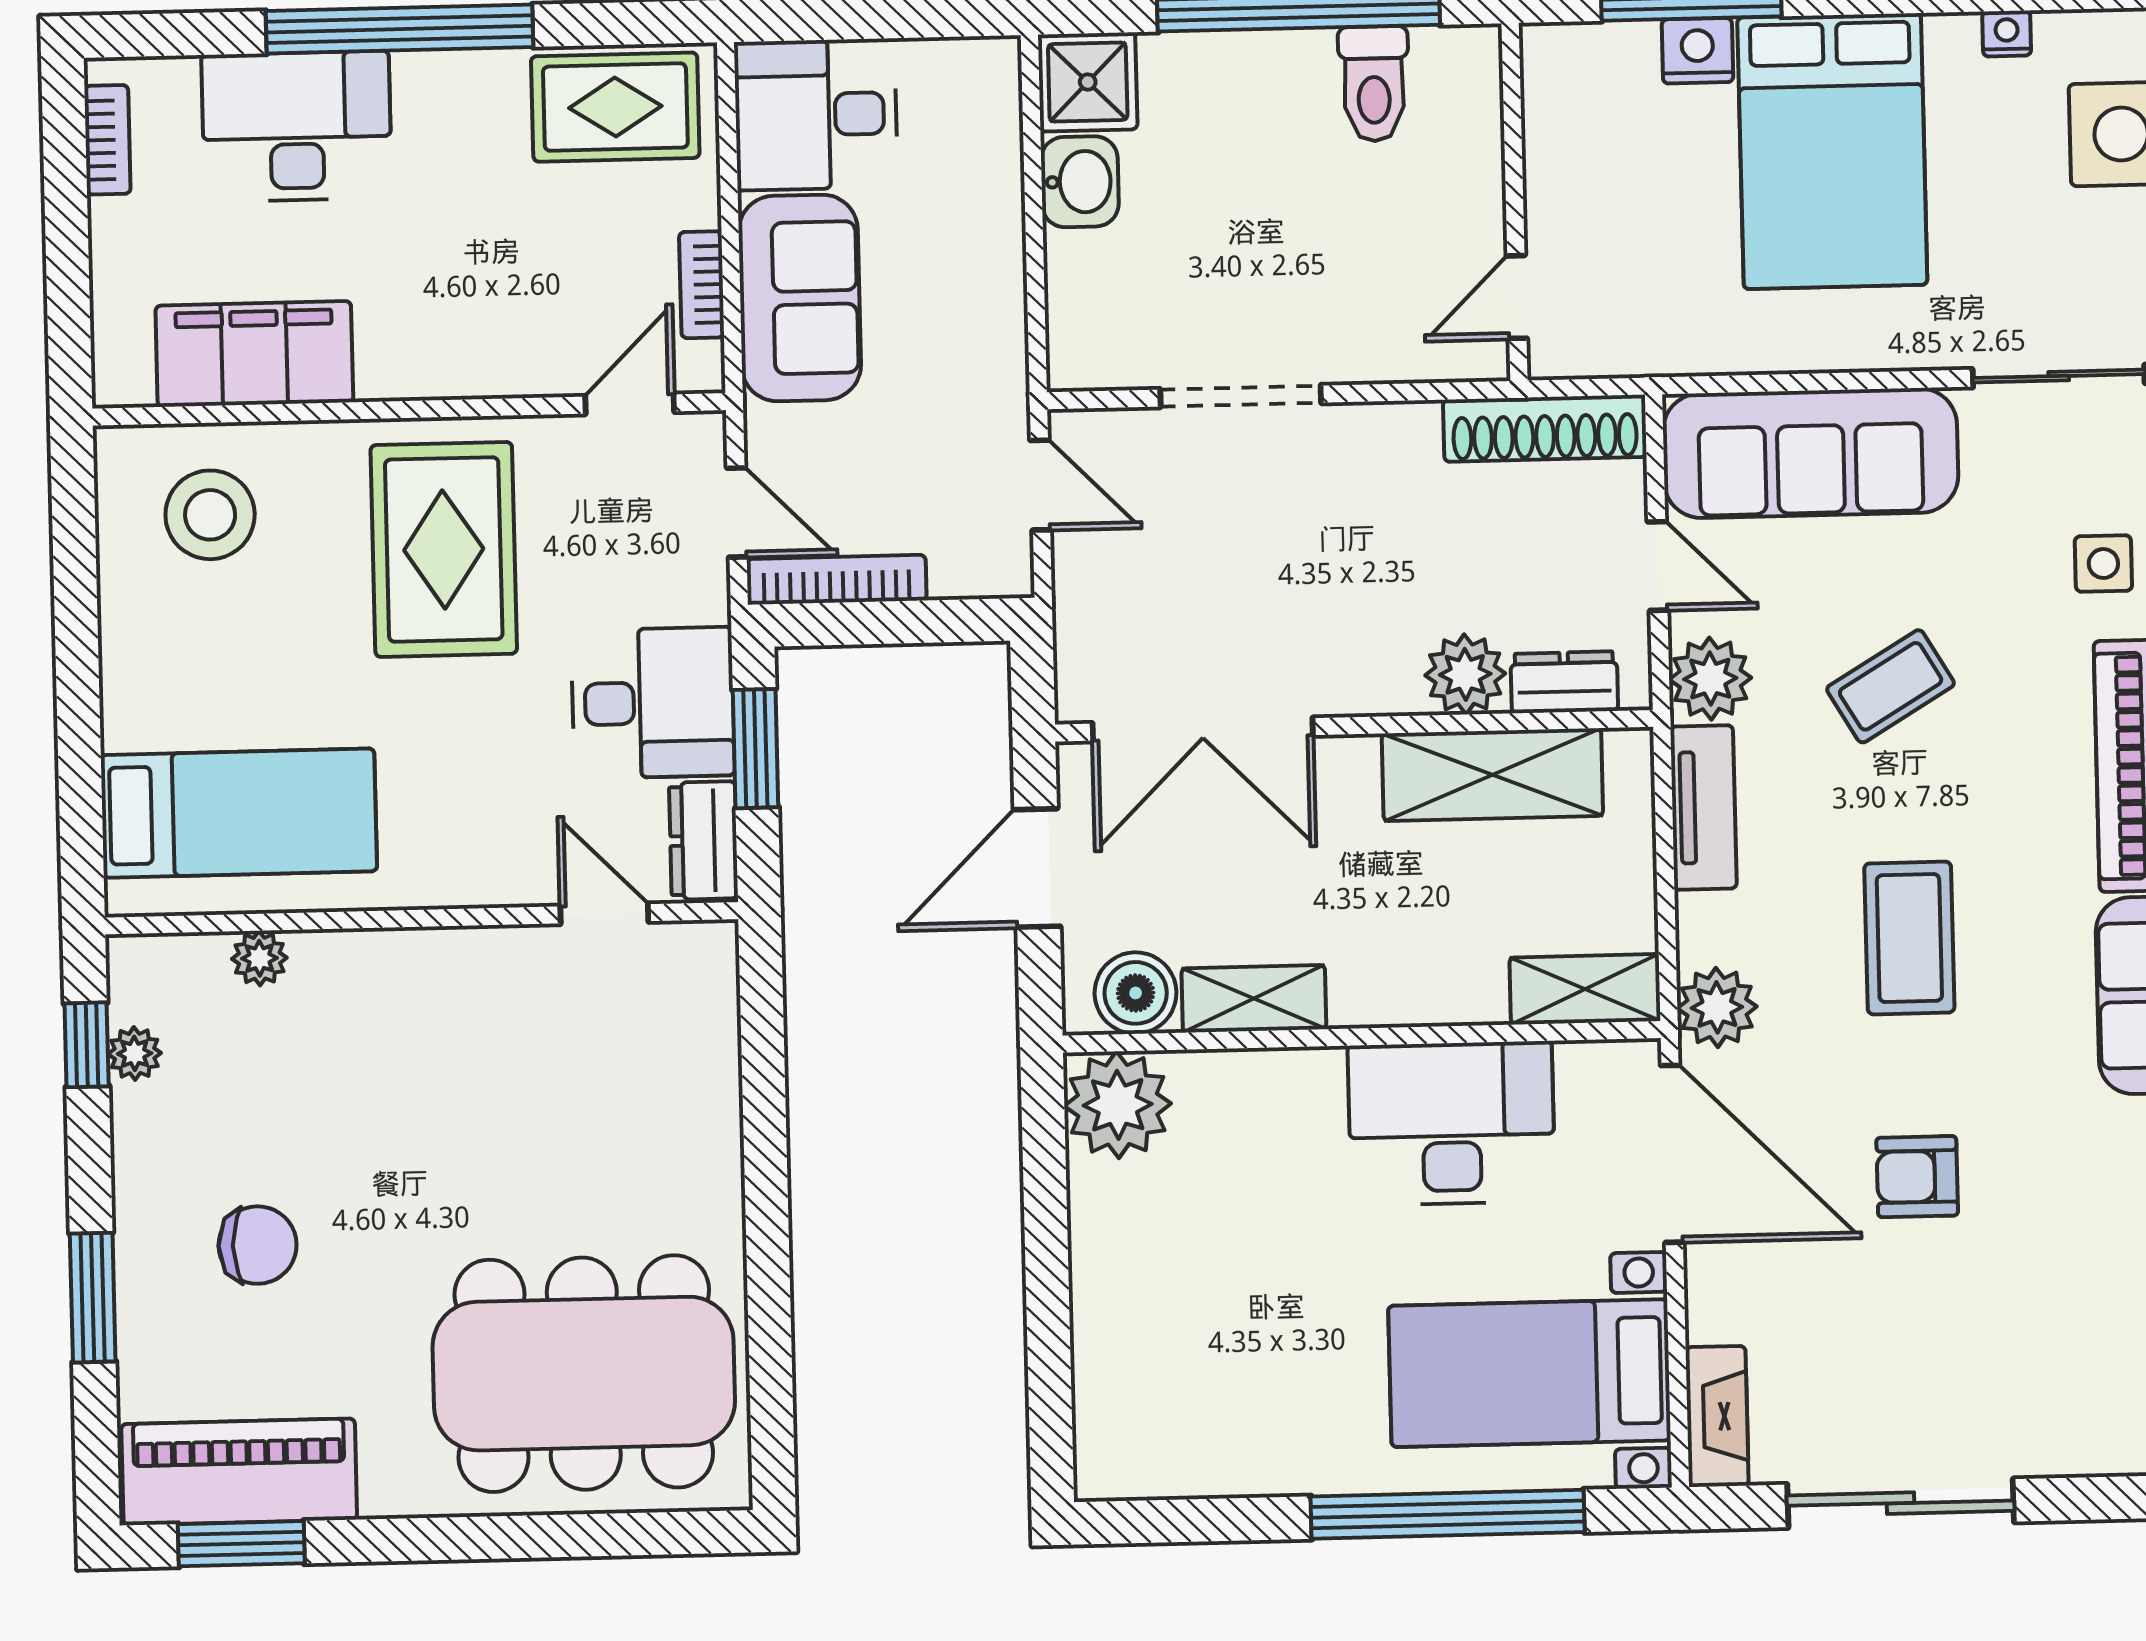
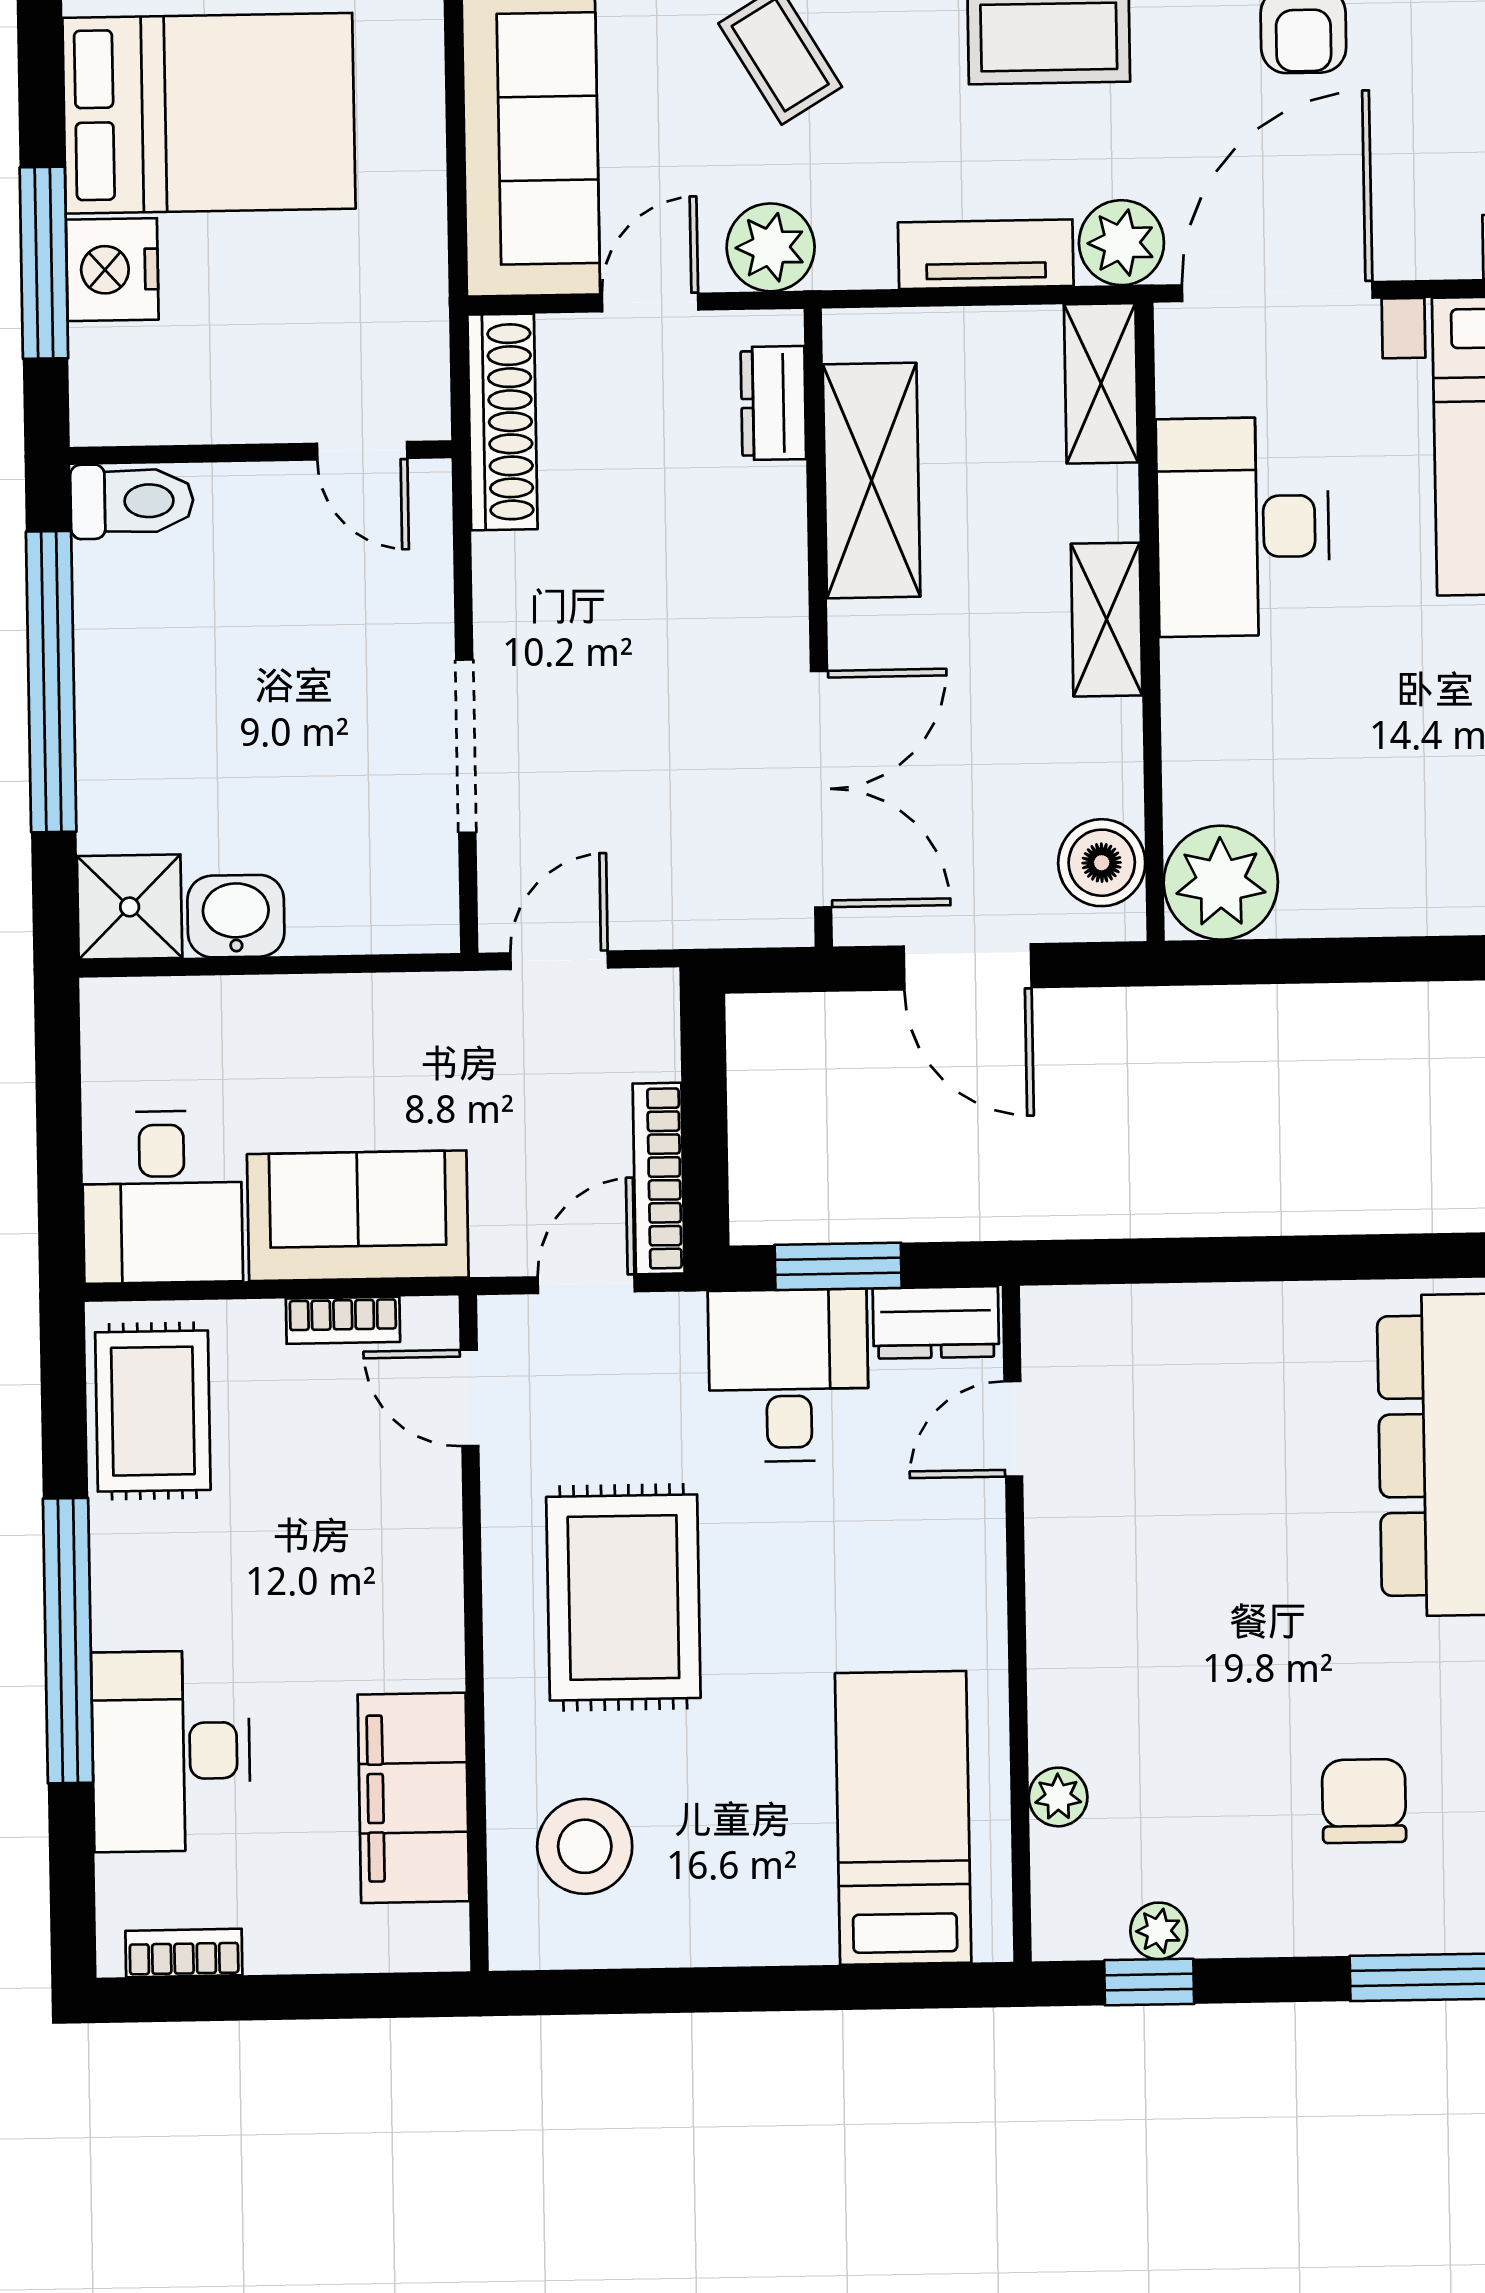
nightstand: (1697, 51) -> (112, 270), width x1.36, depth x1.33
toilet: (1374, 84) -> (132, 501), moved
rug: (444, 549) -> (623, 1597), turned 90
plant: (1465, 674) -> (764, 509), removed
tv unit: (1703, 808) -> (986, 254), moved
shelving: (1254, 999) -> (1107, 620), moved

